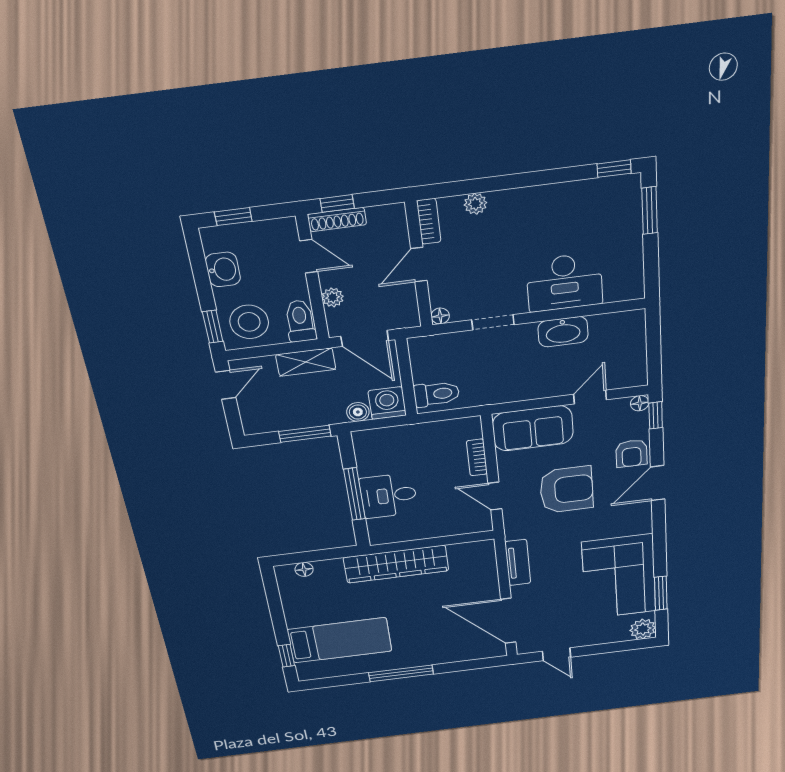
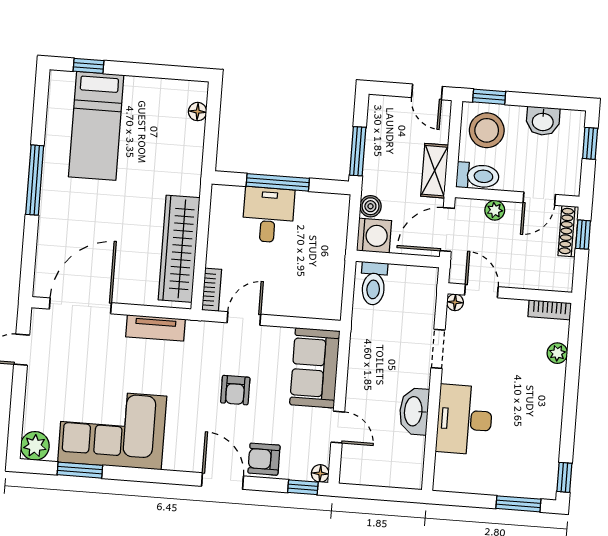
door: (419, 265) -> (481, 291), moved
bookcase: (477, 457) -> (212, 290), moved, turned 90
armchair: (567, 490) -> (235, 390), width x0.53, depth x0.53
wardrobe: (396, 564) -> (179, 249), moved

